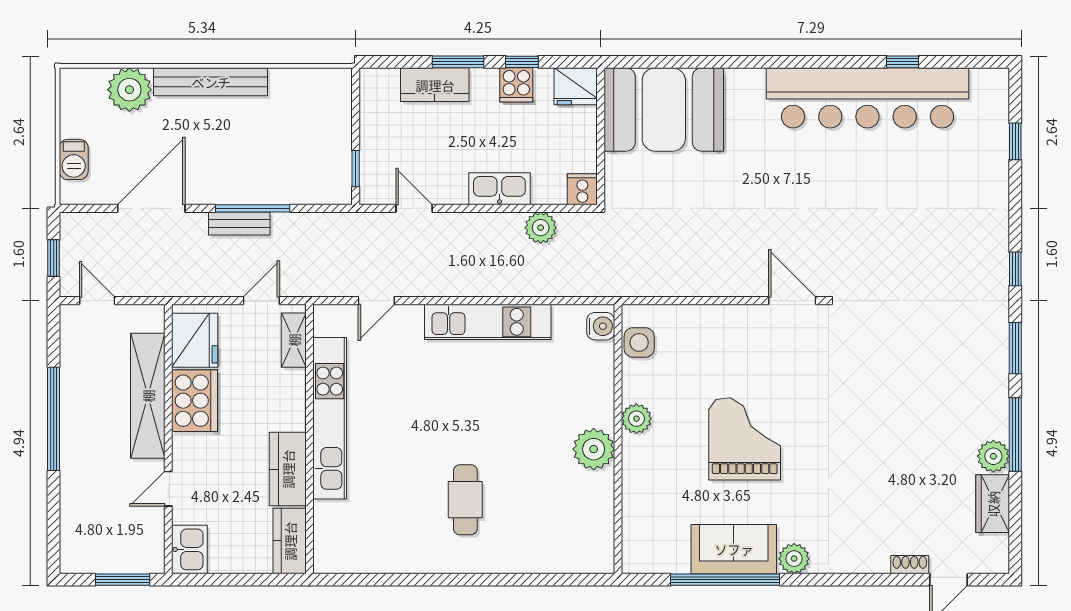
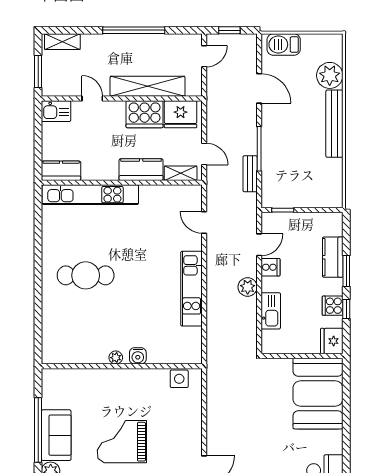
barbecue: (74, 159) -> (284, 45), width x1.38, depth x1.27
kitchen sink: (499, 189) -> (271, 311), moved
cooker: (582, 189) -> (270, 267), moved
door: (151, 208) -> (259, 88), width x0.73
bench: (239, 223) -> (250, 174), moved
plant: (541, 228) -> (248, 287), moved
water cooler: (601, 326) -> (138, 356), moved
kitchen unit: (330, 418) -> (90, 195), moved
plant: (636, 419) -> (134, 377), removed
grand piano: (745, 439) -> (122, 442), turned 180
plant: (594, 449) -> (116, 358), width x0.53, depth x0.53
kitchen counter: (288, 469) -> (141, 170), moved
cafe table: (465, 500) -> (86, 275), width x1.37, depth x1.35
shelving: (73, 539) -> (62, 42), added

